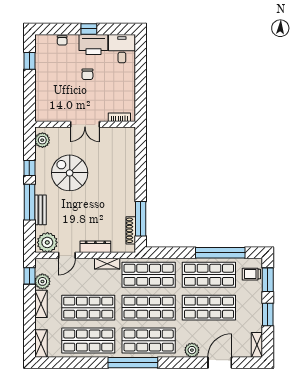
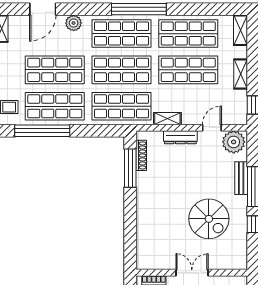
plant: (42, 140) -> (239, 255), removed
plant: (42, 281) -> (239, 99), removed

